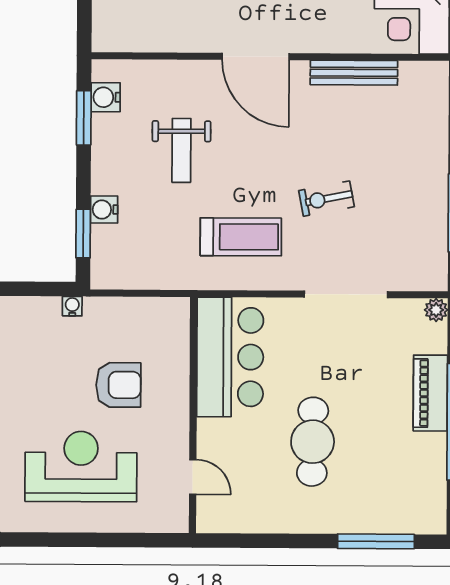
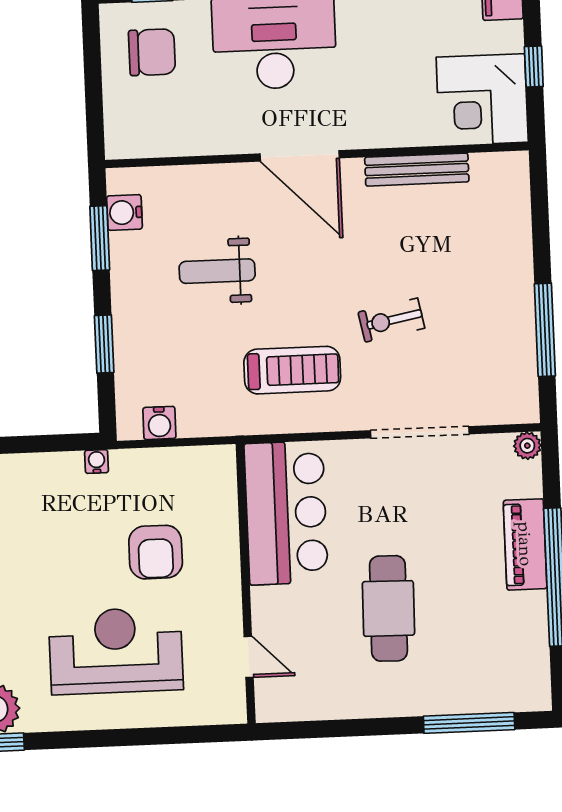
weight bench: (181, 150) -> (217, 271), turned 90
water cooler: (104, 210) -> (159, 423), moved, turned -90
window: (83, 233) -> (104, 344), moved
armchair: (118, 385) -> (156, 552), turned 90

